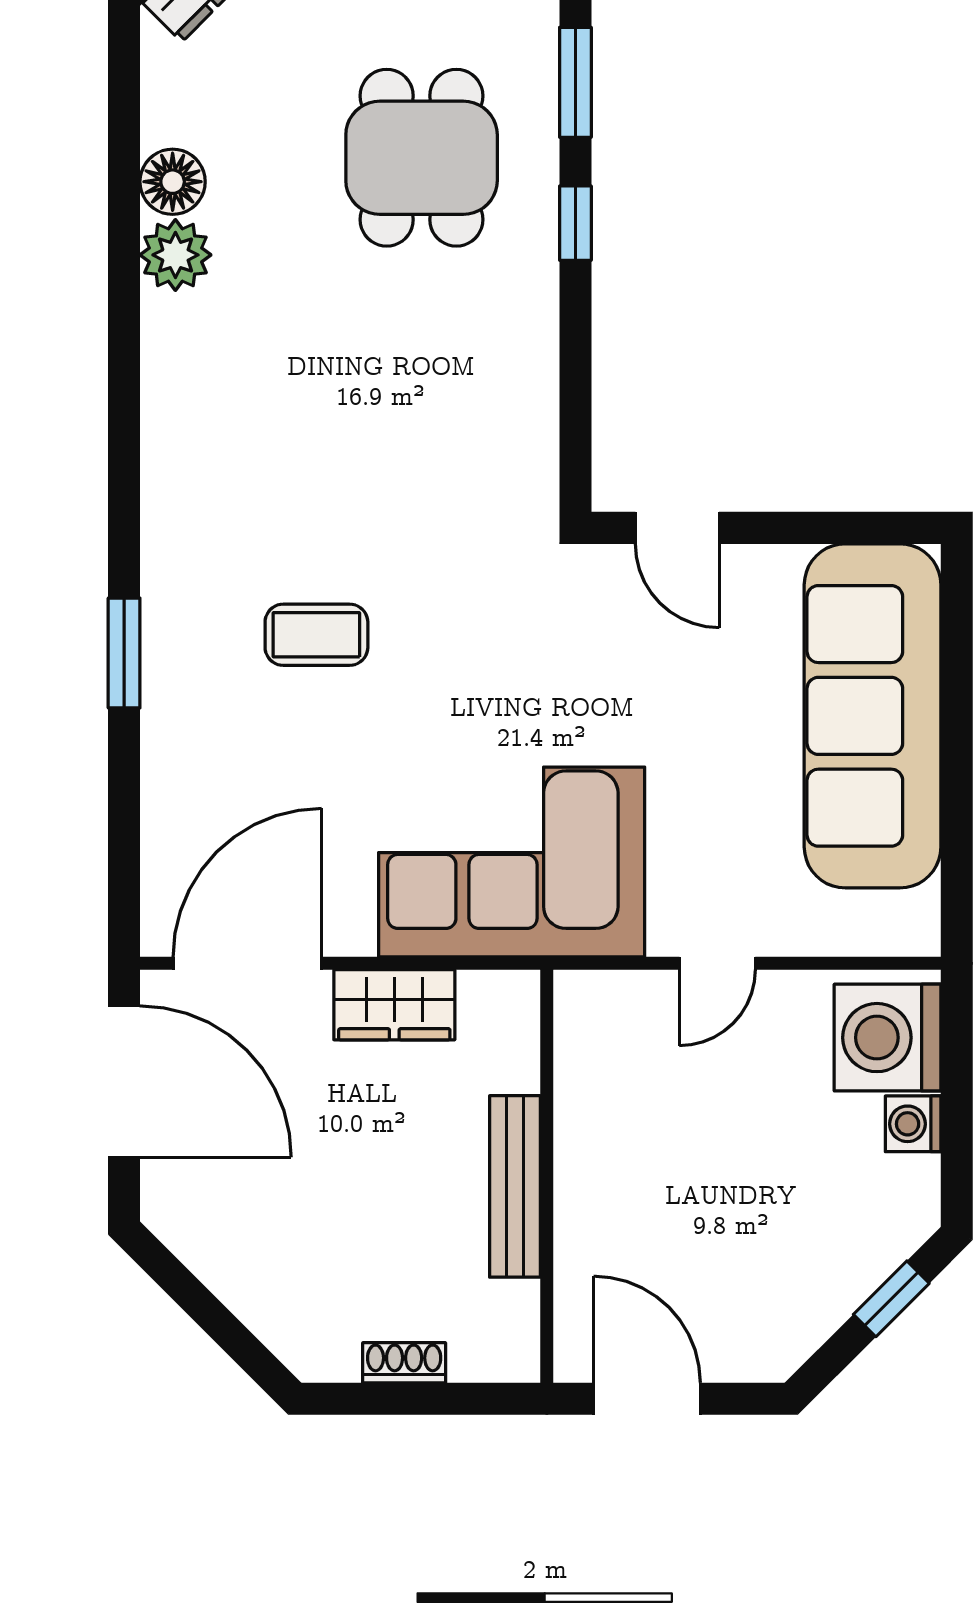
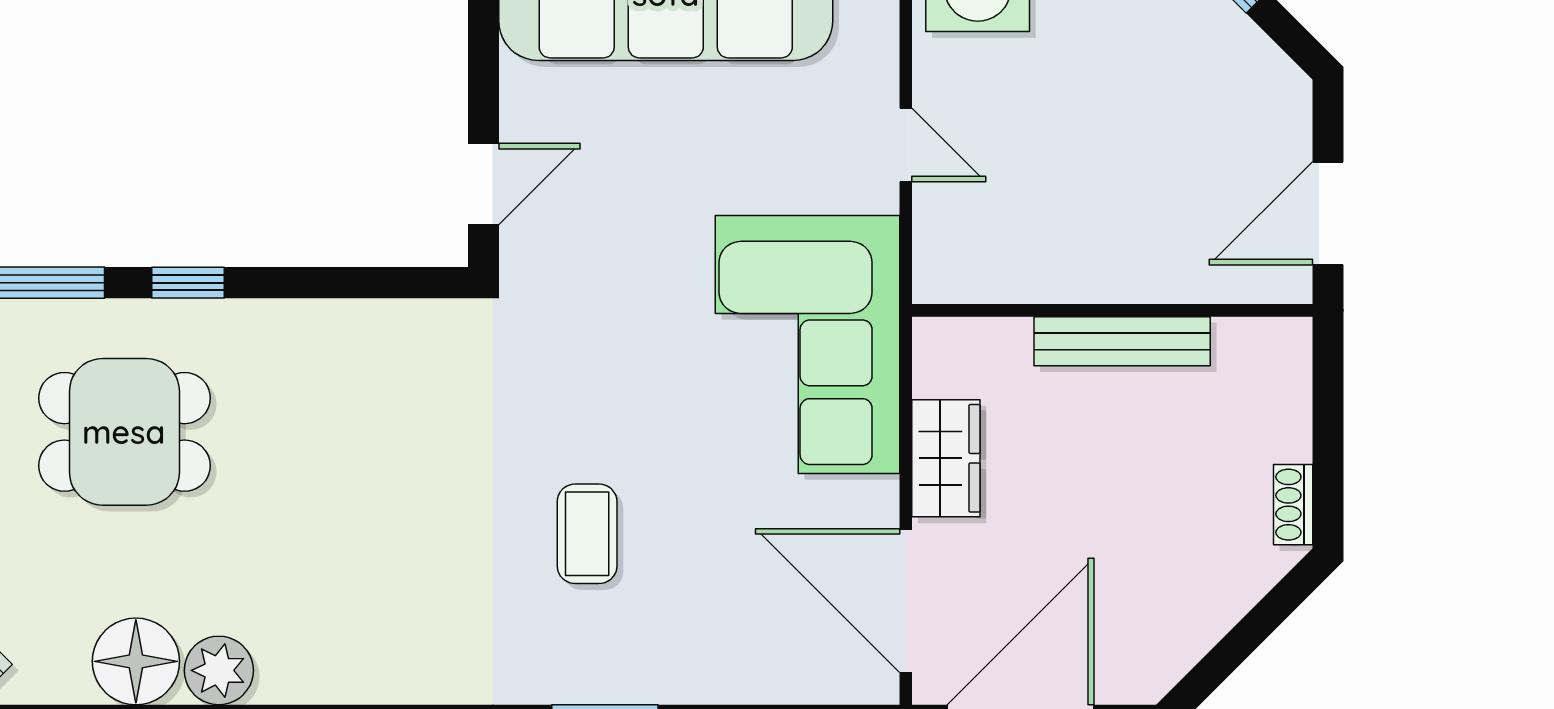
floor lamp: (173, 182) -> (136, 661), width x1.38, depth x1.38
shoe rack: (404, 1363) -> (1293, 505), moved

